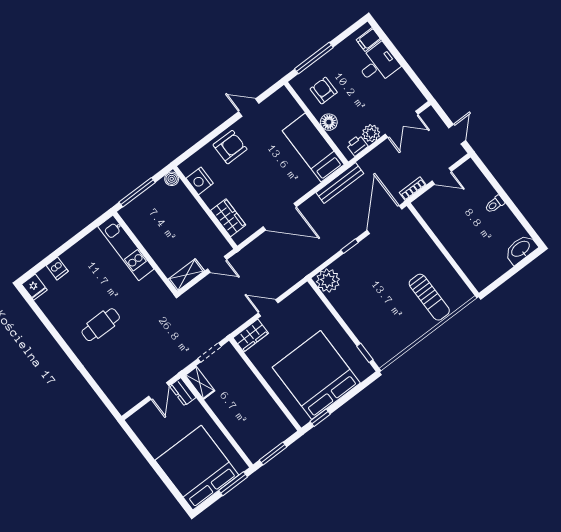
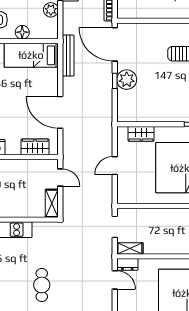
printer: (357, 145) -> (52, 25), removed
door: (280, 217) -> (60, 112), swing flipped
door: (217, 264) -> (60, 178), hinge flipped
plant: (328, 281) -> (127, 80), moved
wardrobe: (251, 335) -> (141, 134), moved, turned 90

